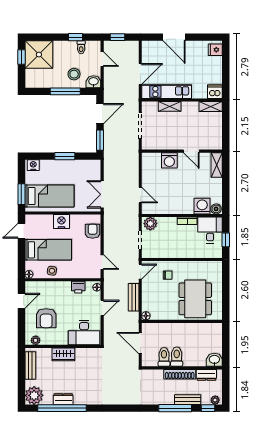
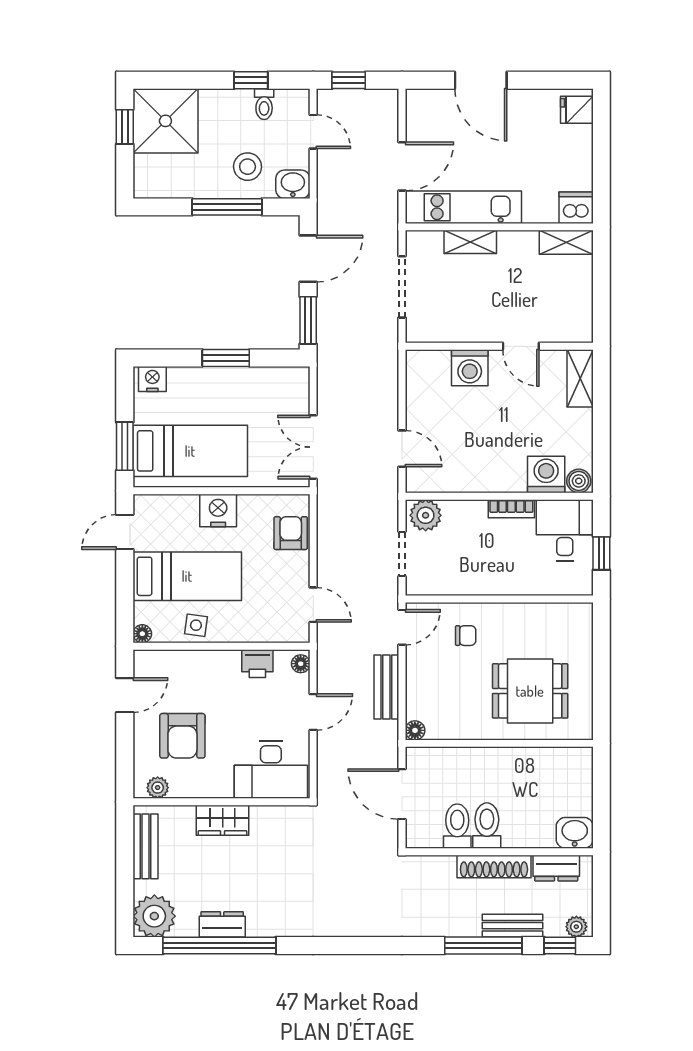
dining table: (195, 299) -> (530, 691), width x0.73

